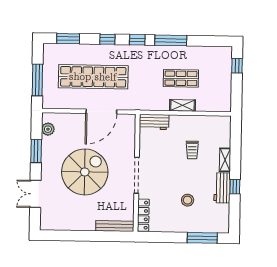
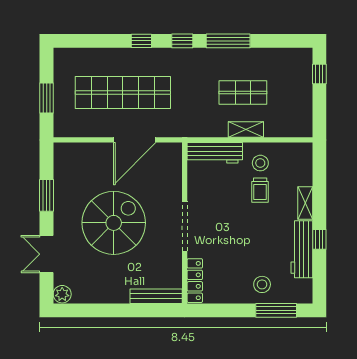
window: (68, 39) -> (88, 41), removed
window: (37, 80) -> (47, 98), width x0.69
workbench: (154, 122) -> (215, 153), width x1.38
plant: (48, 129) -> (62, 294), moved
stool: (193, 130) -> (260, 163), added
workbench: (222, 188) -> (302, 249), width x1.37
stool: (188, 200) -> (262, 284), moved

